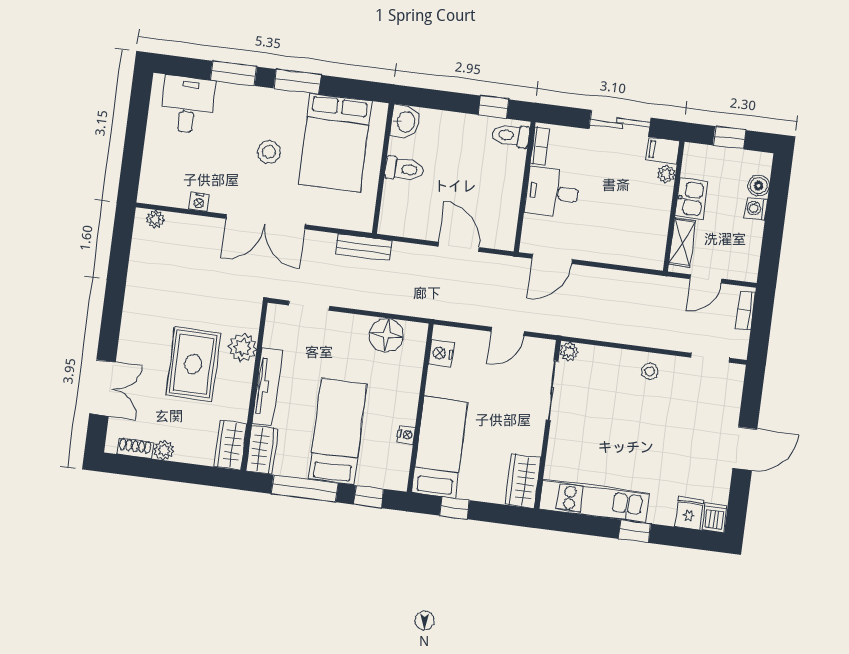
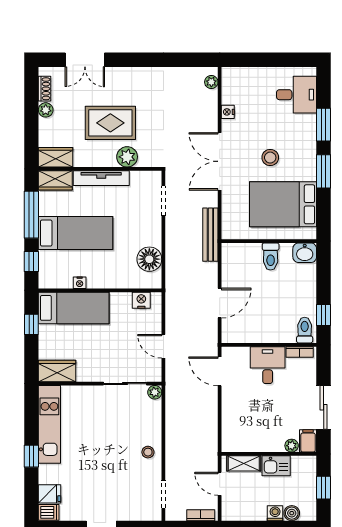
bench: (364, 247) -> (210, 235), width x1.36

